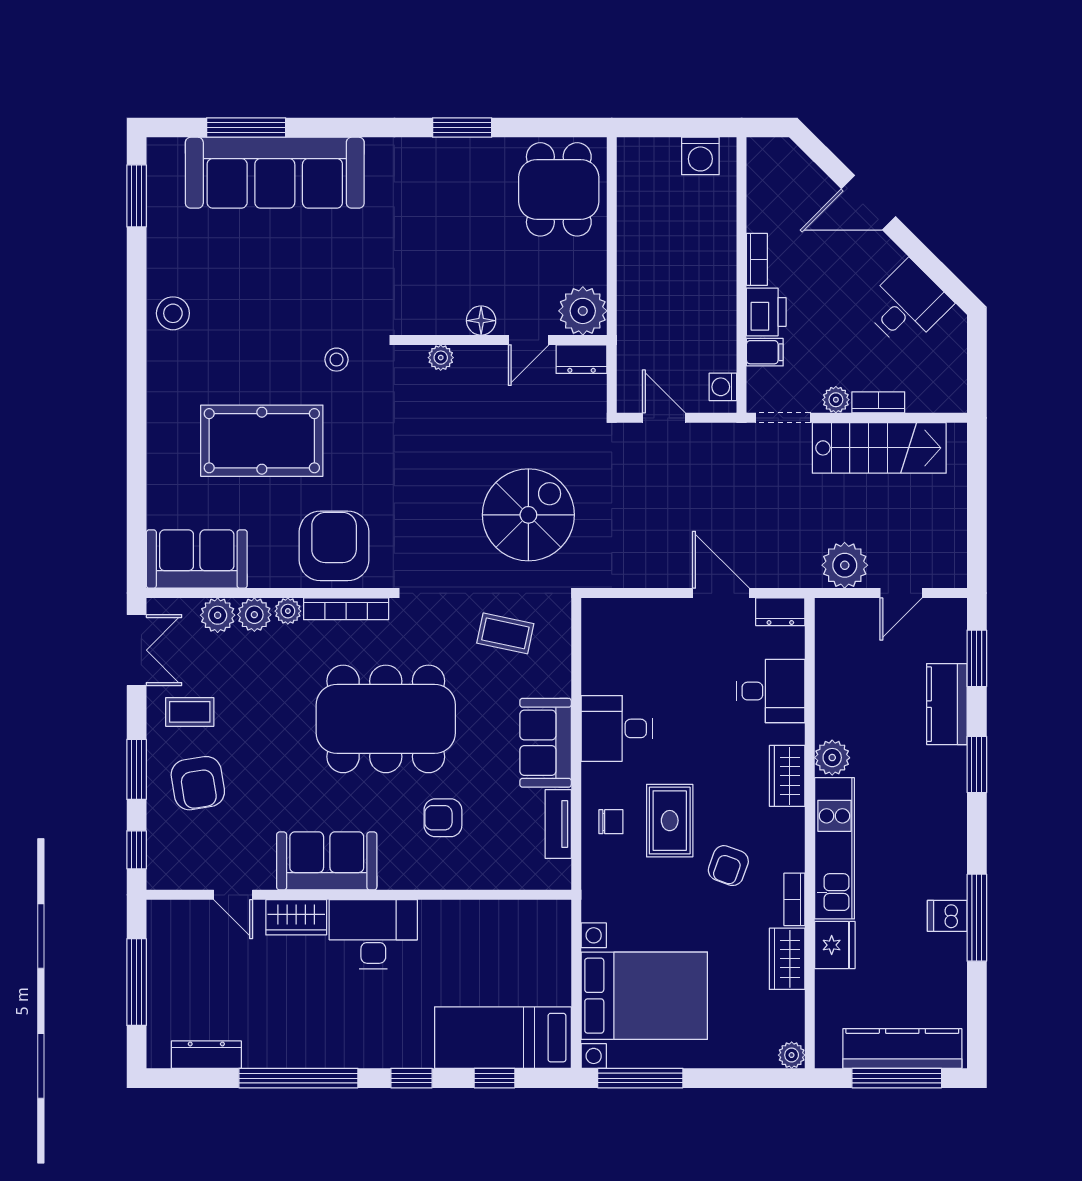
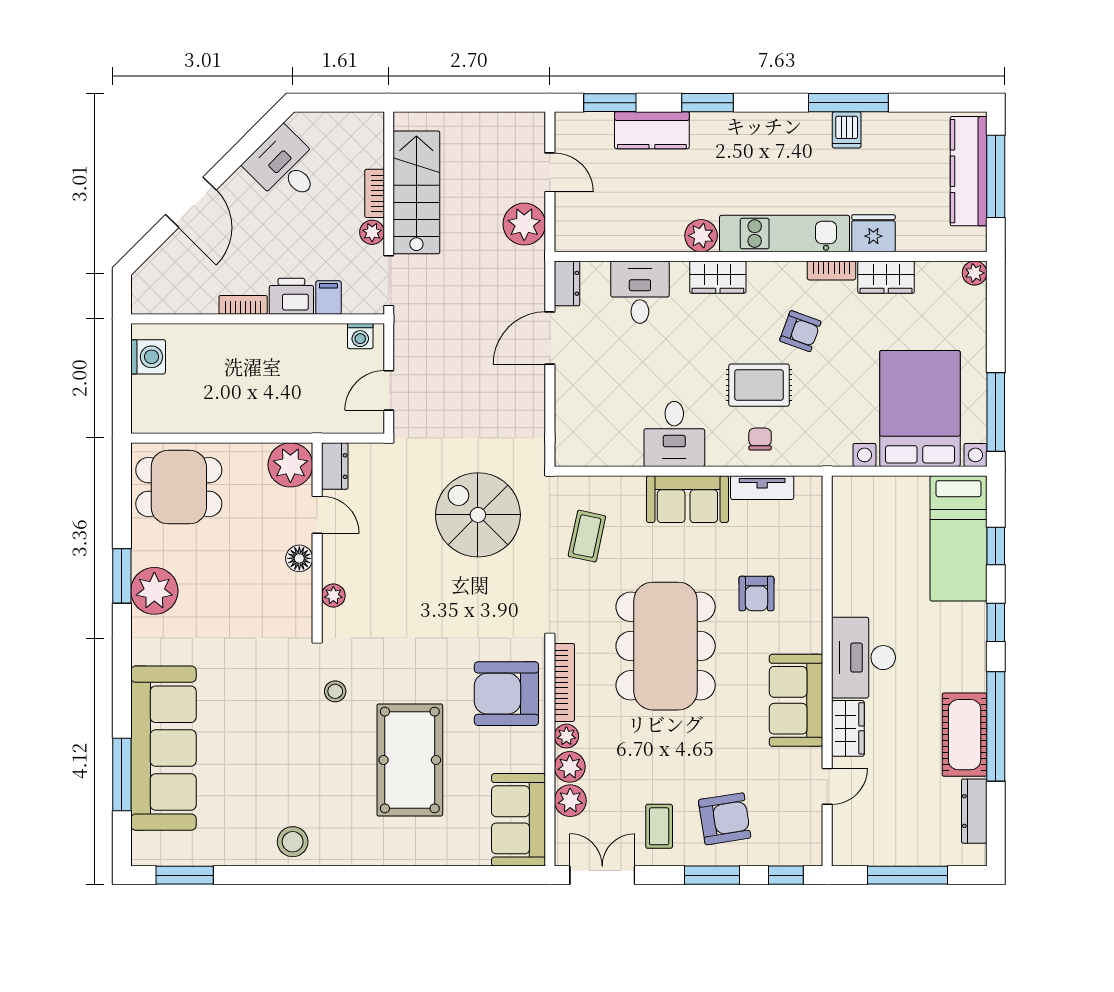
plant: (446, 163) -> (154, 591), added
cot: (289, 1044) -> (965, 735), added

